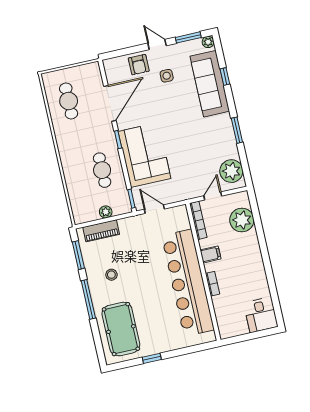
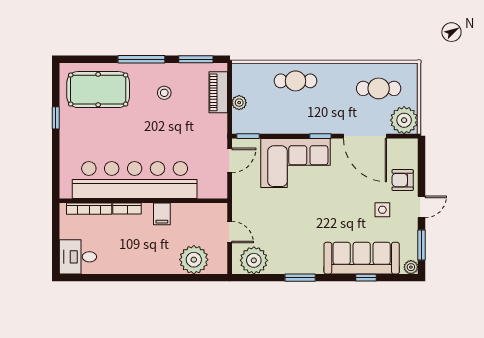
plant: (90, 74) -> (404, 120), added
cafe table: (102, 170) -> (295, 81), moved
bookcase: (198, 220) -> (89, 209), moved

